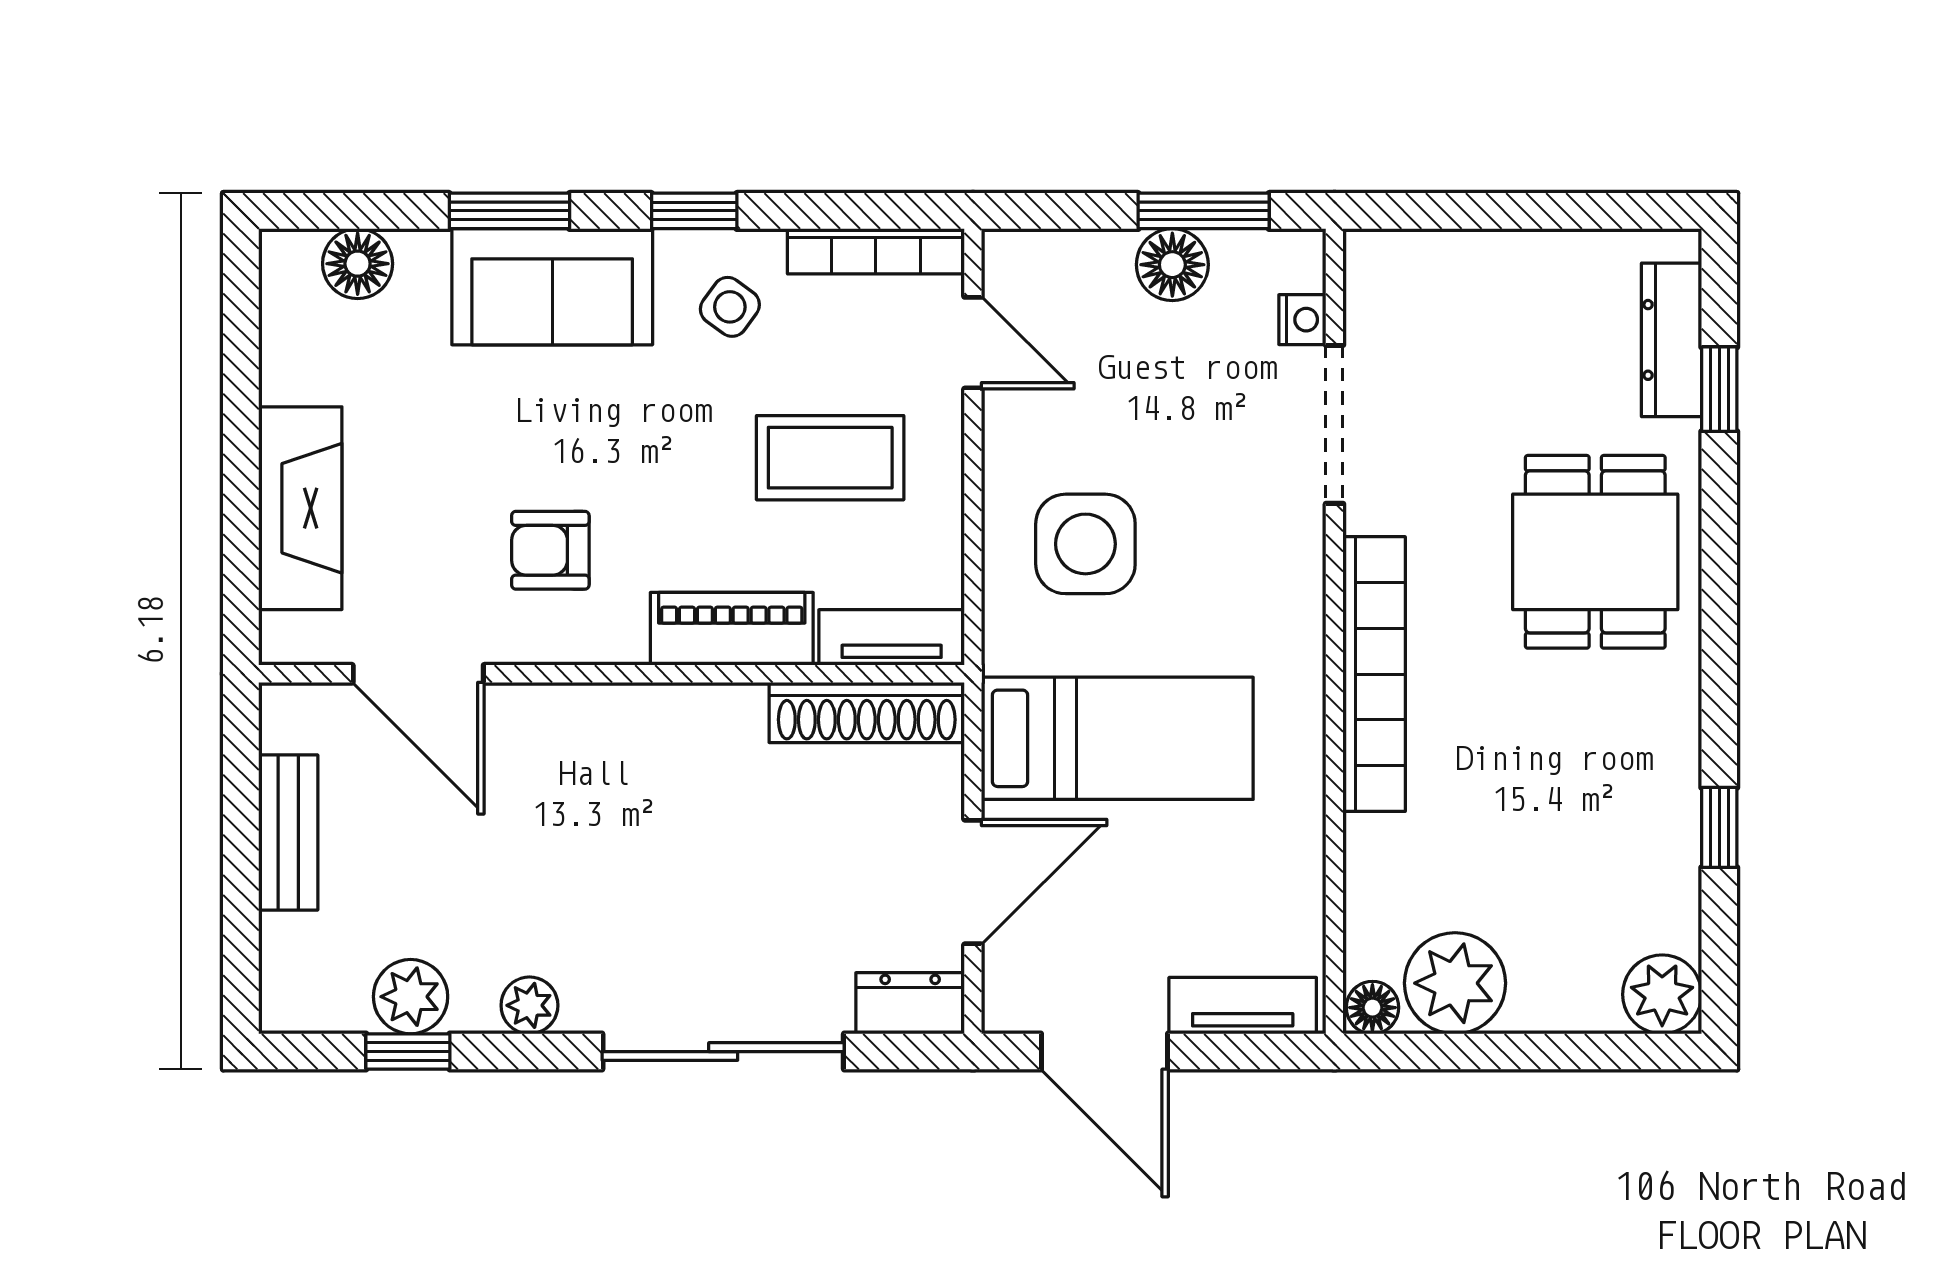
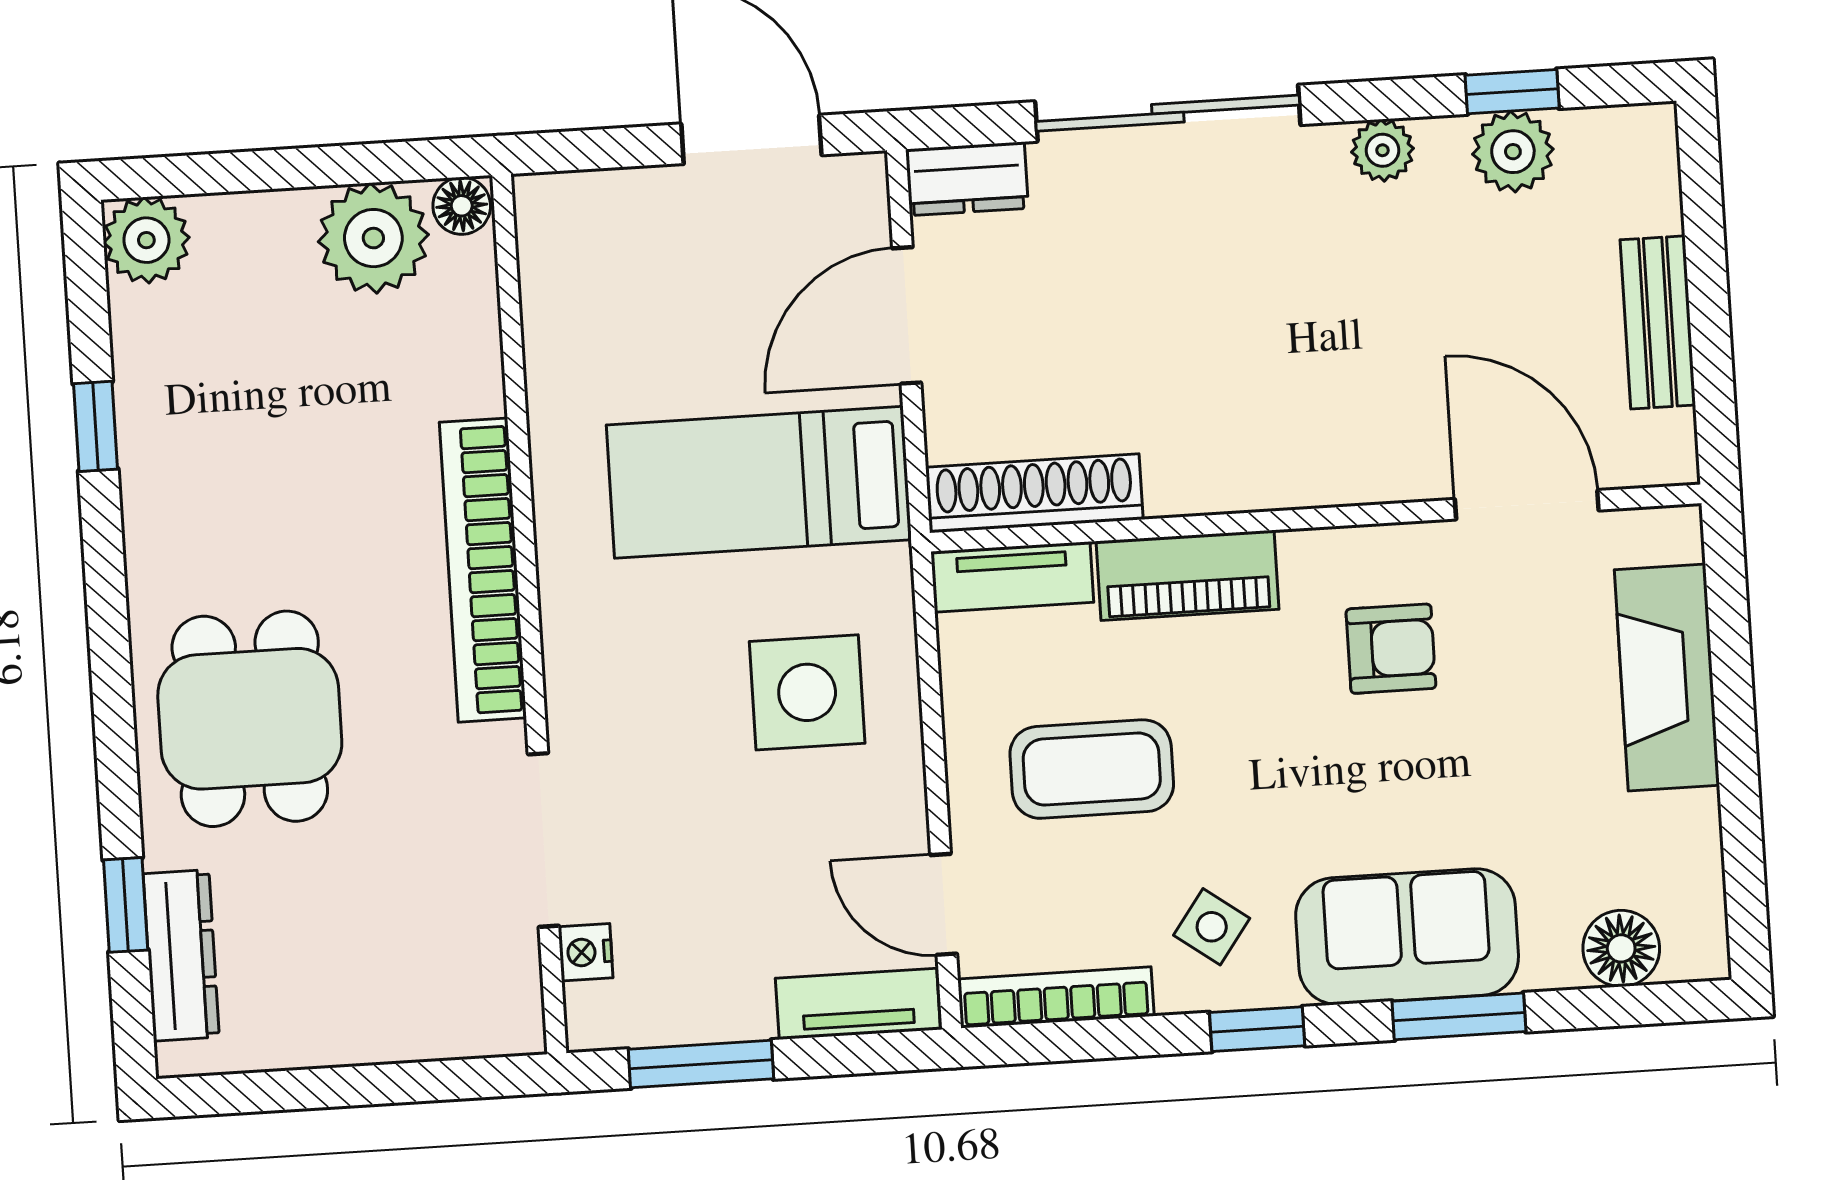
floor lamp: (1172, 265) -> (731, 1003), removed
tv unit: (1243, 1006) -> (858, 1004), moved, turned 180

